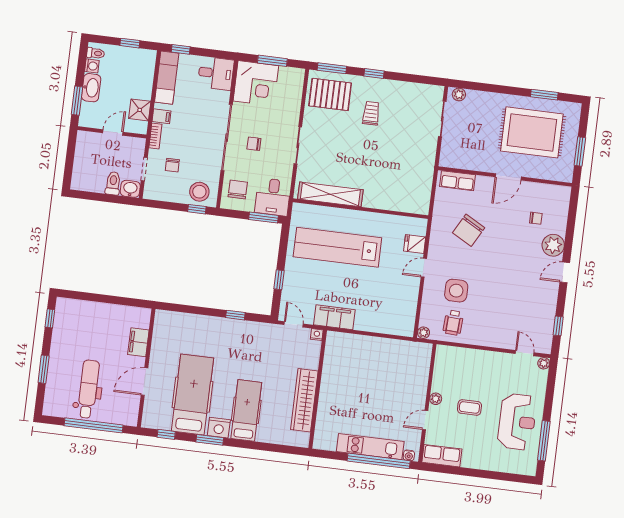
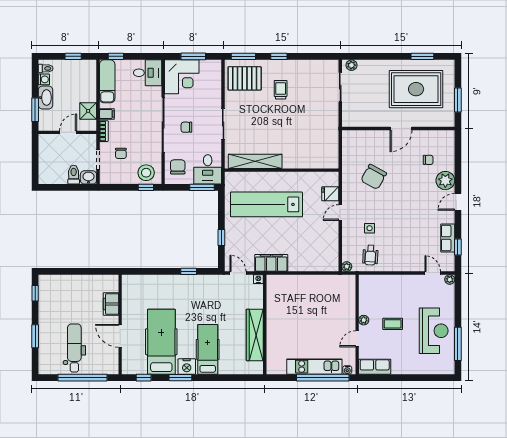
row of seats: (458, 181) -> (448, 238), moved, turned 90
side table: (456, 291) -> (370, 228), width x0.54, depth x0.54
door: (144, 381) -> (120, 336), hinge flipped

